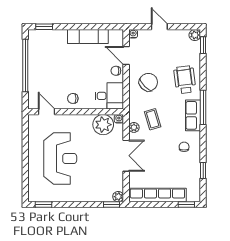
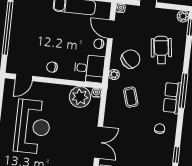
wheelchair: (185, 80) -> (161, 50), moved
door: (46, 112) -> (24, 78), swing flipped
plant: (134, 127) -> (114, 74), moved
double door: (126, 156) -> (99, 142), moved

